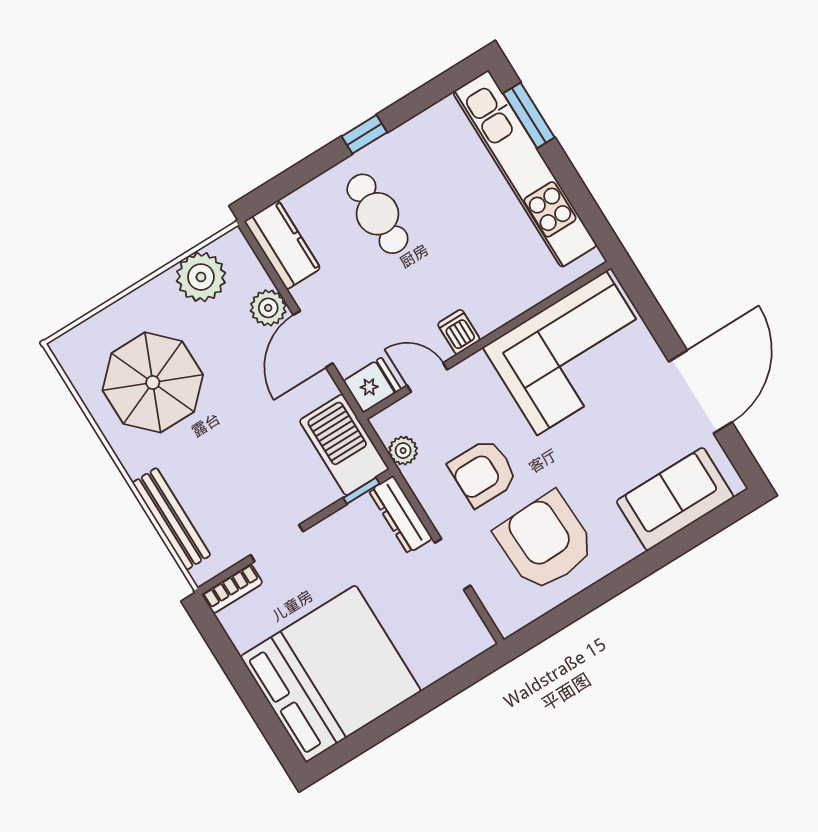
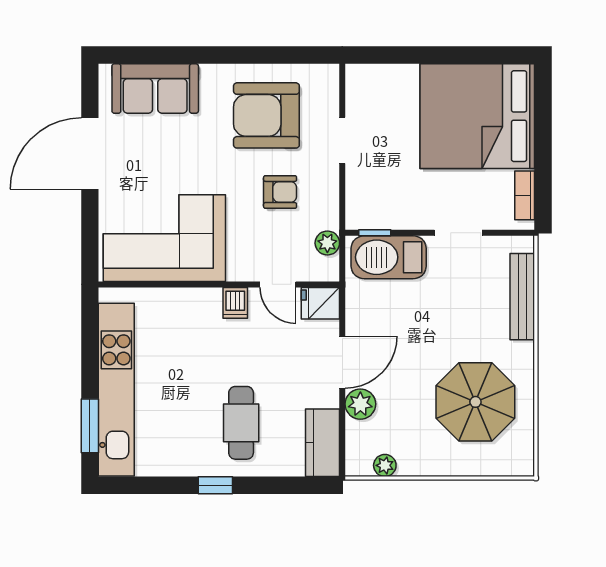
plant: (201, 277) -> (385, 465), width x0.53, depth x0.53
barbecue: (344, 445) -> (389, 257), moved, turned 90
armchair: (483, 473) -> (280, 192), width x0.72, depth x0.72
dresser: (401, 515) -> (357, 198), removed
armchair: (545, 542) -> (266, 115), turned 92
bookcase: (232, 589) -> (525, 195), moved, turned -90

